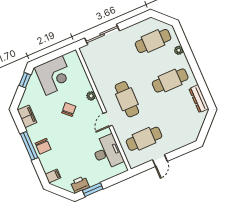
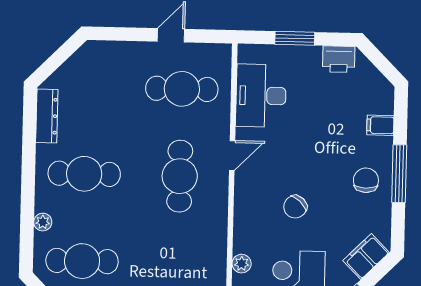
plant: (91, 96) -> (242, 264), moved
filing cabinet: (27, 116) -> (366, 256), moved, turned 45
chair: (43, 146) -> (366, 180), moved
filing cabinet: (53, 176) -> (380, 125), moved
window: (93, 190) -> (295, 38), moved

